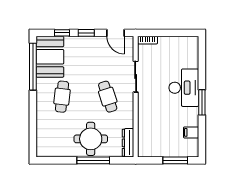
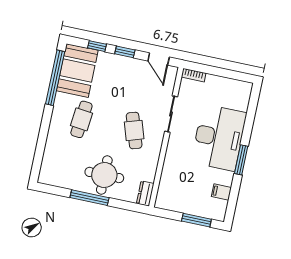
desk: (184, 88) -> (219, 138), width x1.36, depth x1.30
dresser: (128, 143) -> (145, 194), width x0.70
window: (93, 160) -> (89, 198), moved

